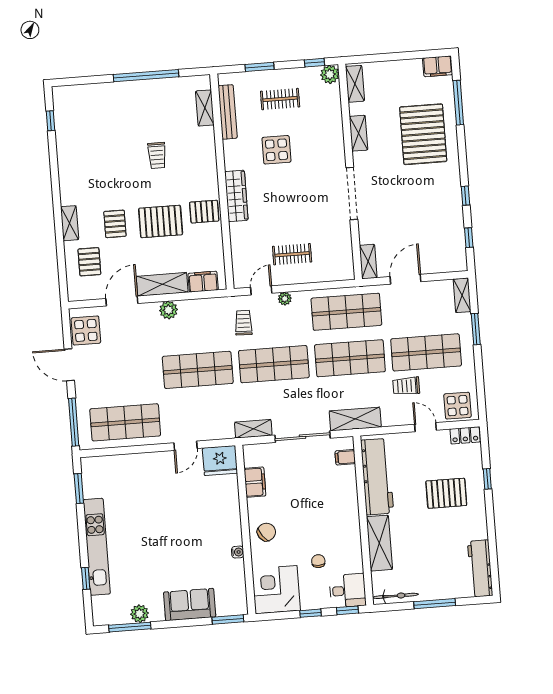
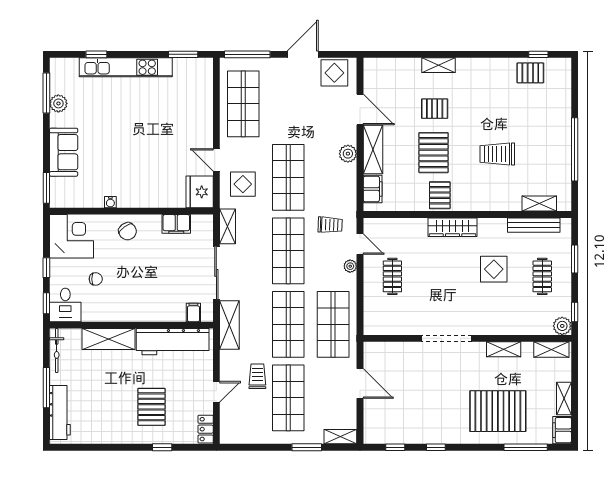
trolley: (157, 155) -> (497, 154), width x1.36, depth x1.39
pallet: (89, 262) -> (530, 73), moved
shelving: (368, 262) -> (564, 399), moved, turned 90
display table: (458, 406) -> (243, 184), moved
workbench: (480, 568) -> (60, 412), moved, turned 90

